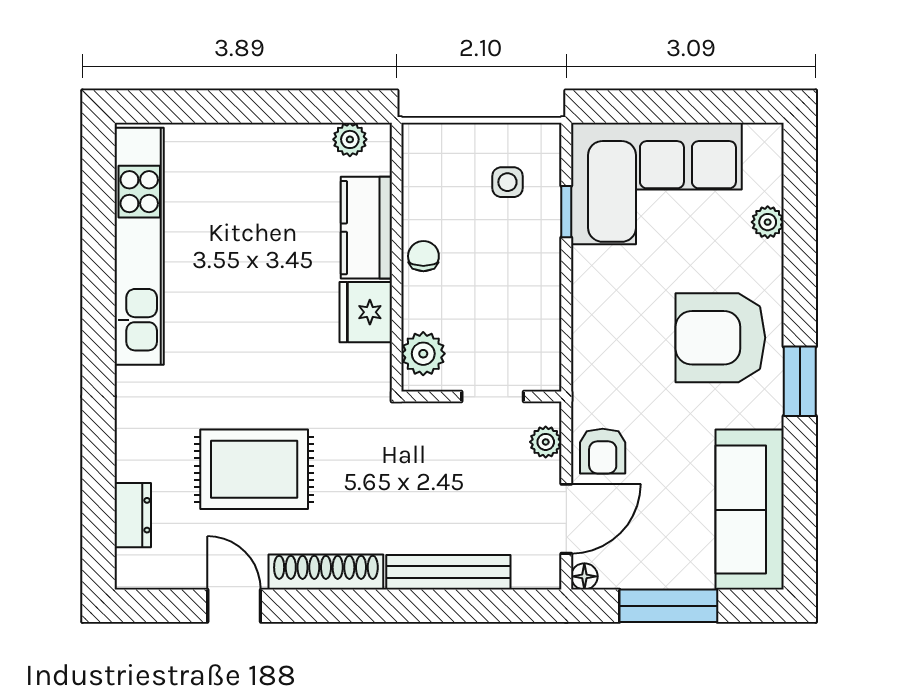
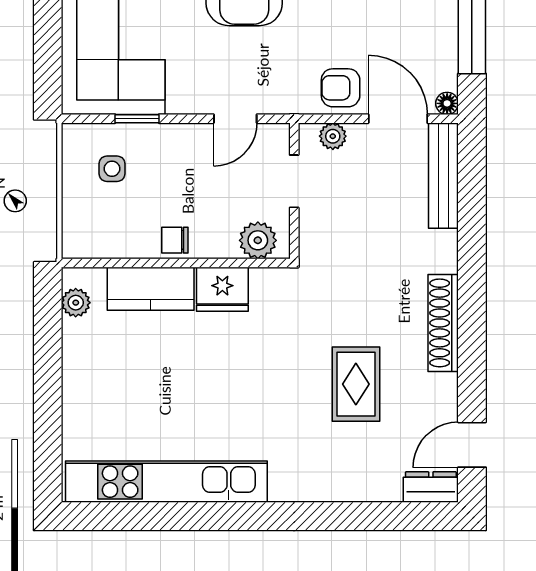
door: (566, 327) -> (235, 119), added
armchair: (603, 451) -> (341, 88), turned 180
rug: (254, 469) -> (356, 384), width x0.73, depth x0.70
dresser: (133, 515) -> (431, 487), moved
bench: (448, 572) -> (443, 176), moved
door: (234, 606) -> (472, 445), moved

